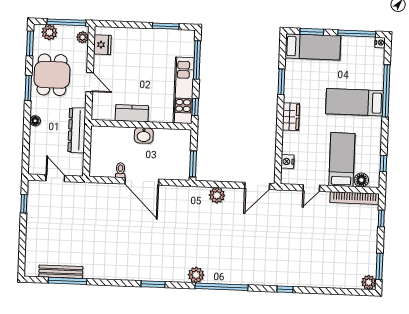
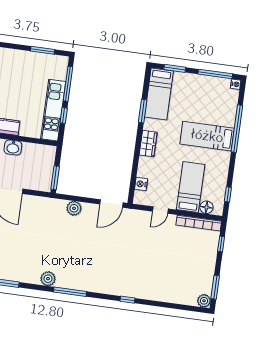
bed: (313, 47) -> (159, 94), moved, turned 90
window: (195, 107) -> (64, 115), moved
window: (221, 287) -> (70, 292), width x0.68

